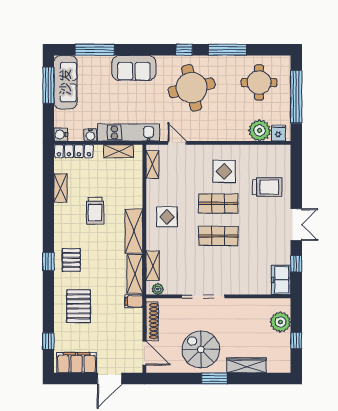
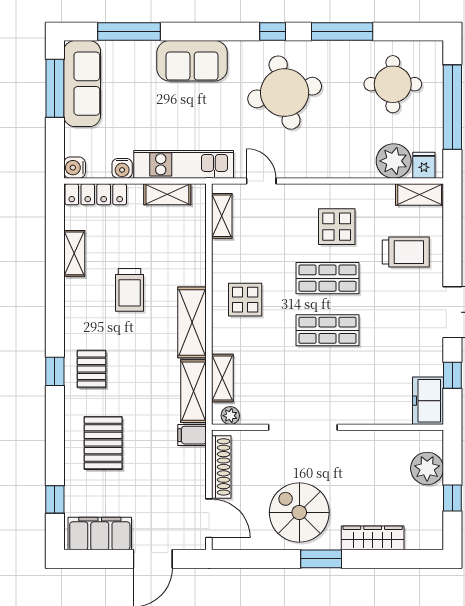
shelving: (276, 151) -> (420, 195), added

